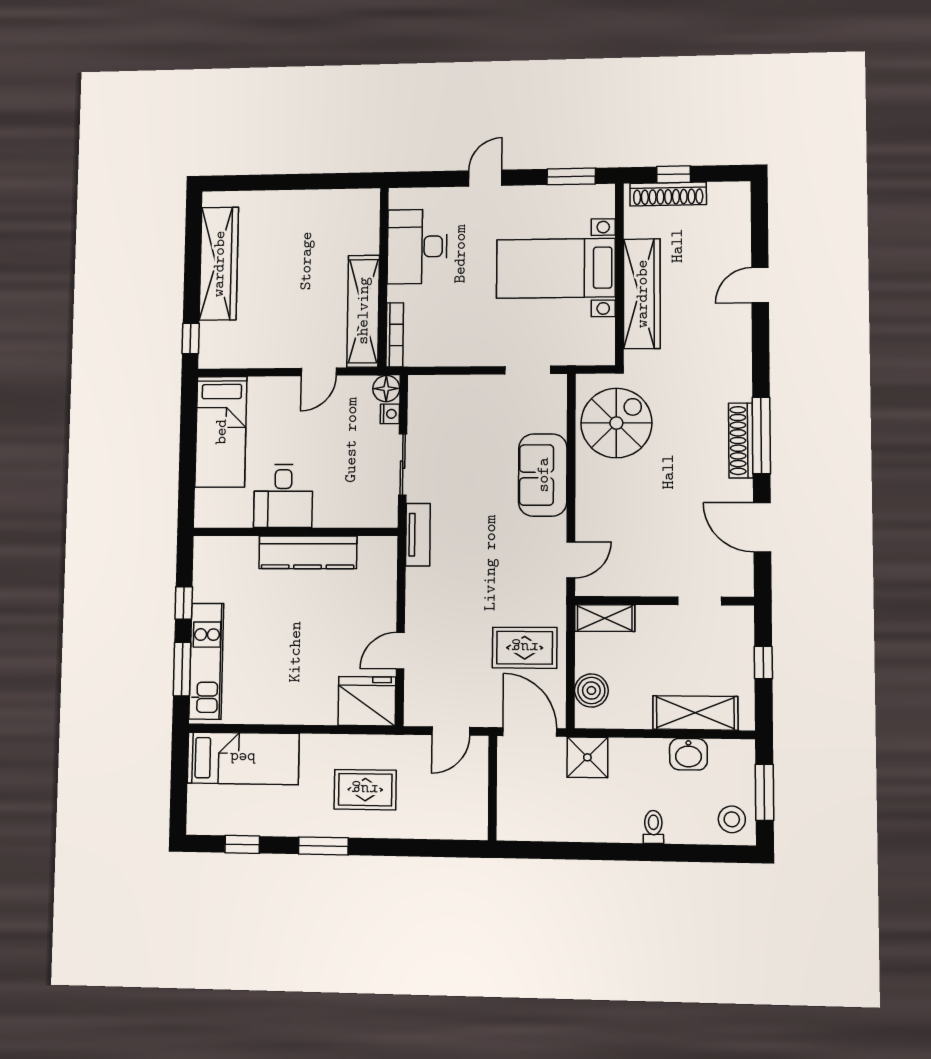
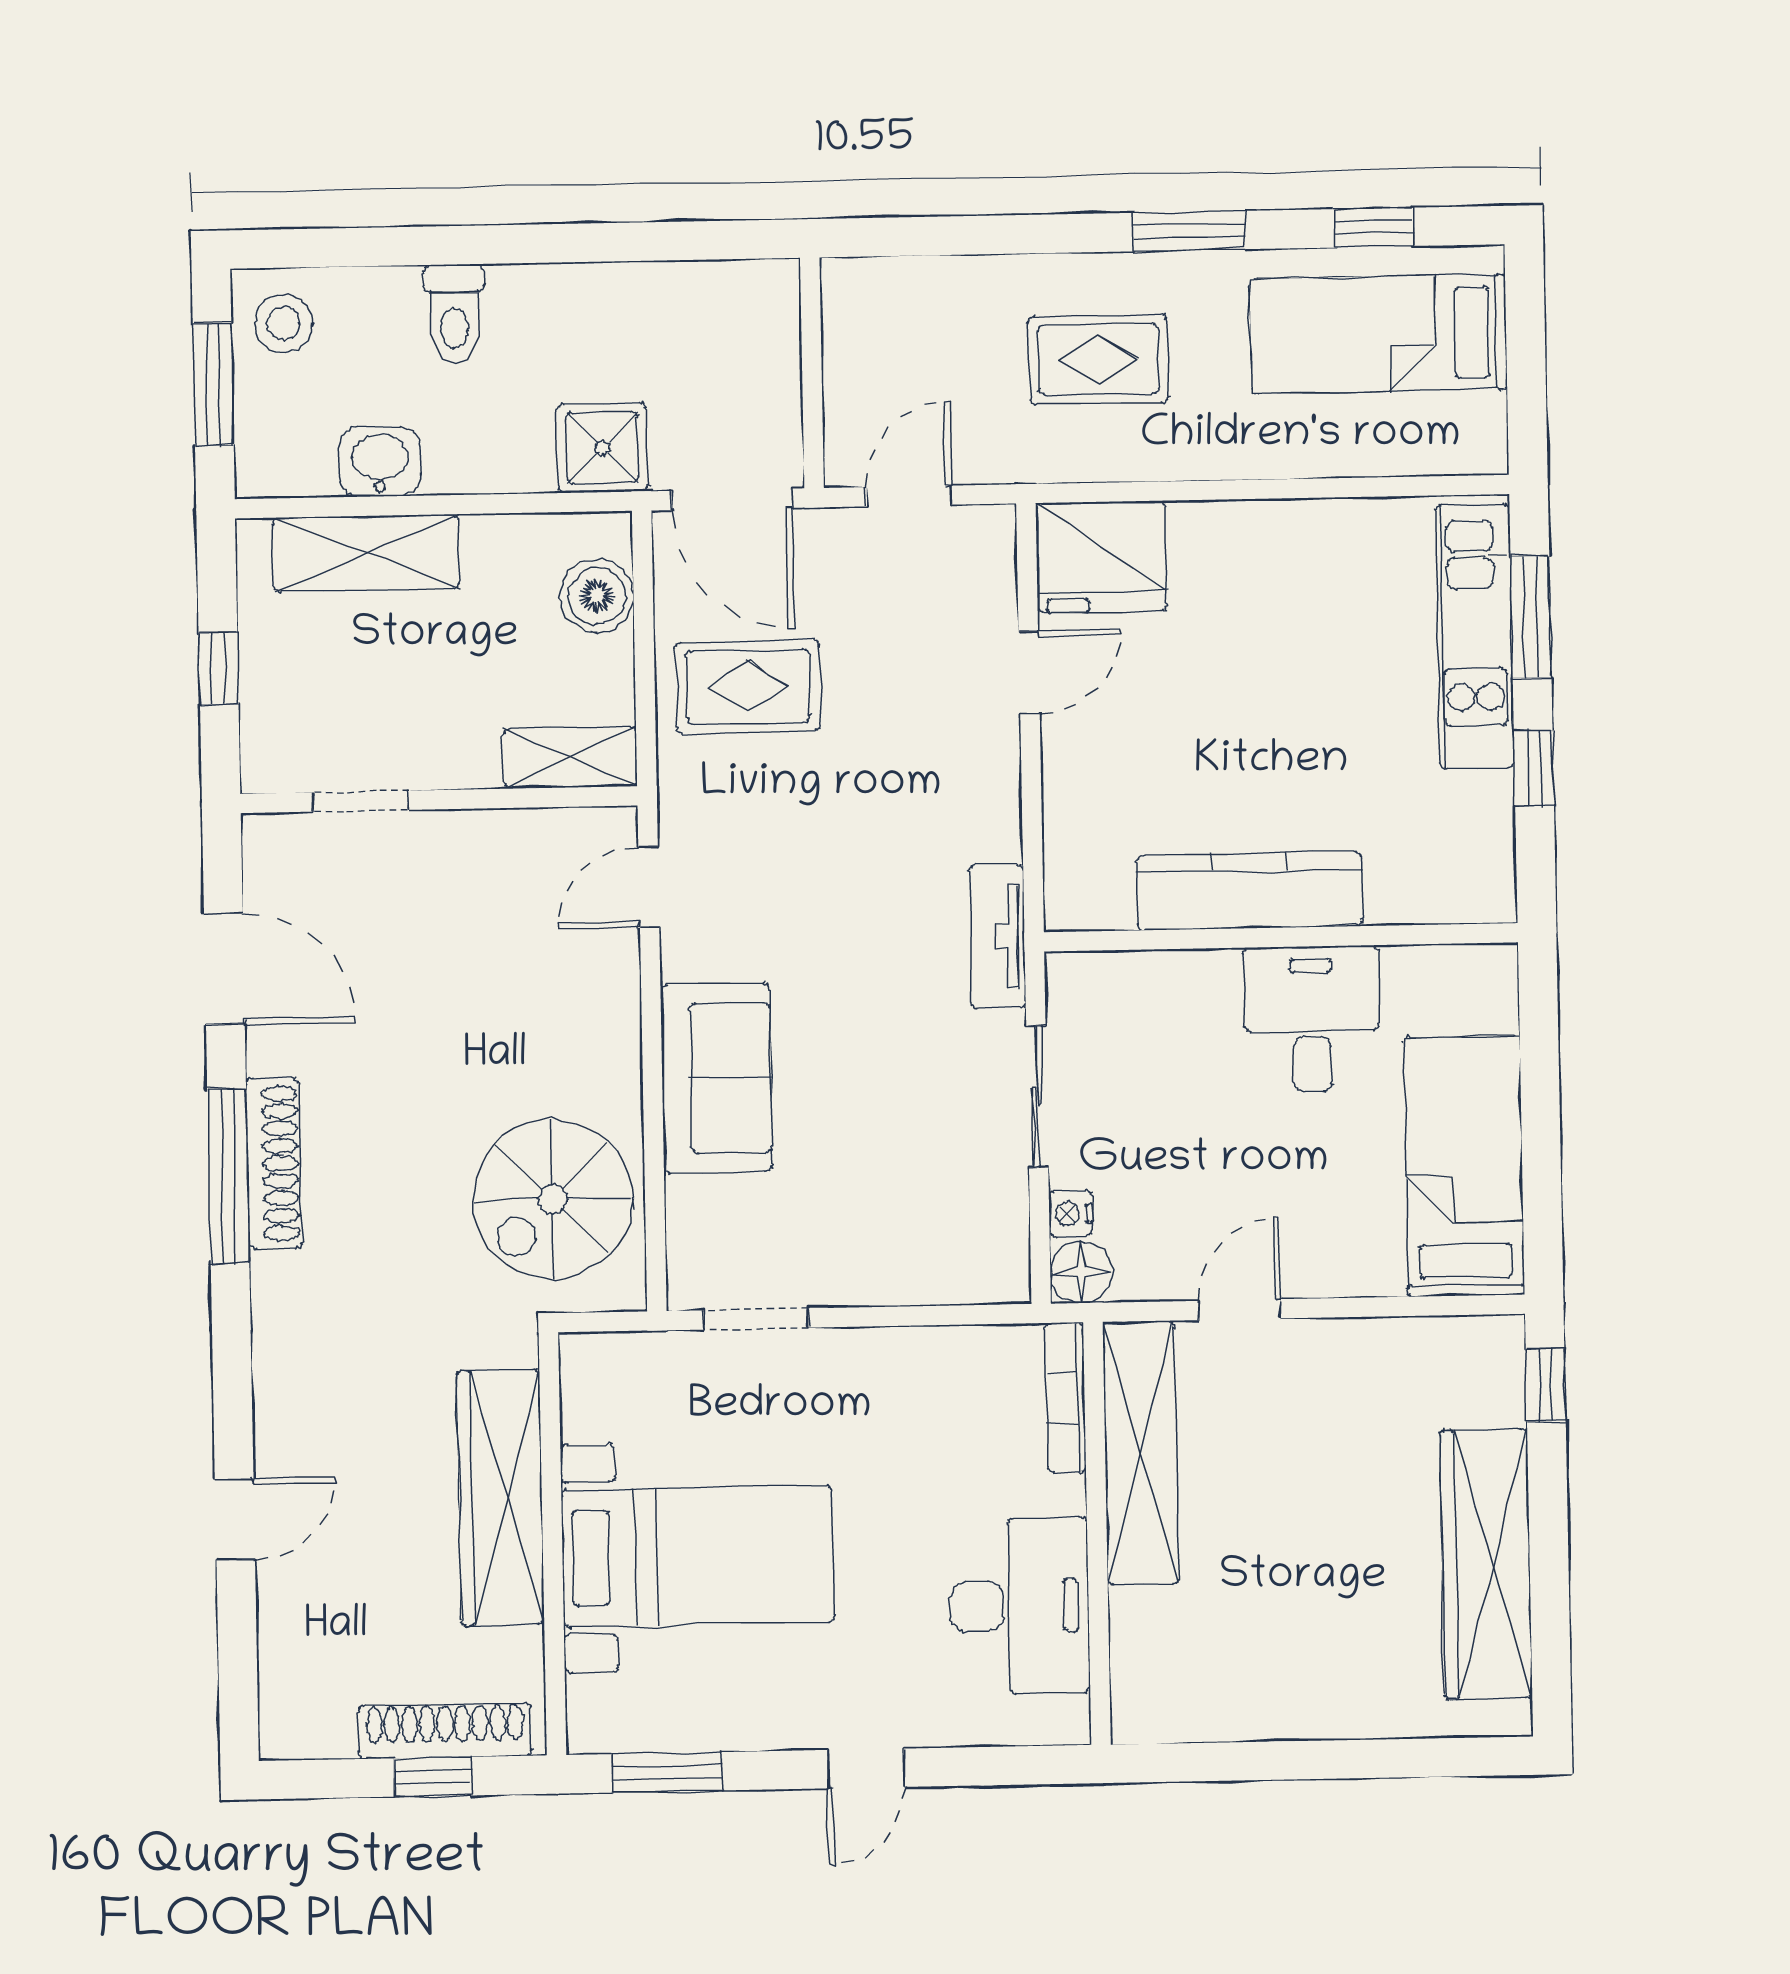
bed: (243, 758) -> (1379, 334), moved
toilet: (653, 827) -> (454, 314), width x1.37, depth x1.39

